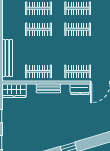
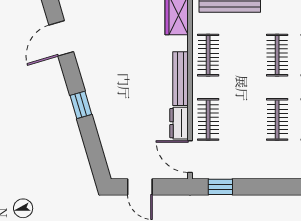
bench: (48, 88) -> (180, 79), width x1.36

